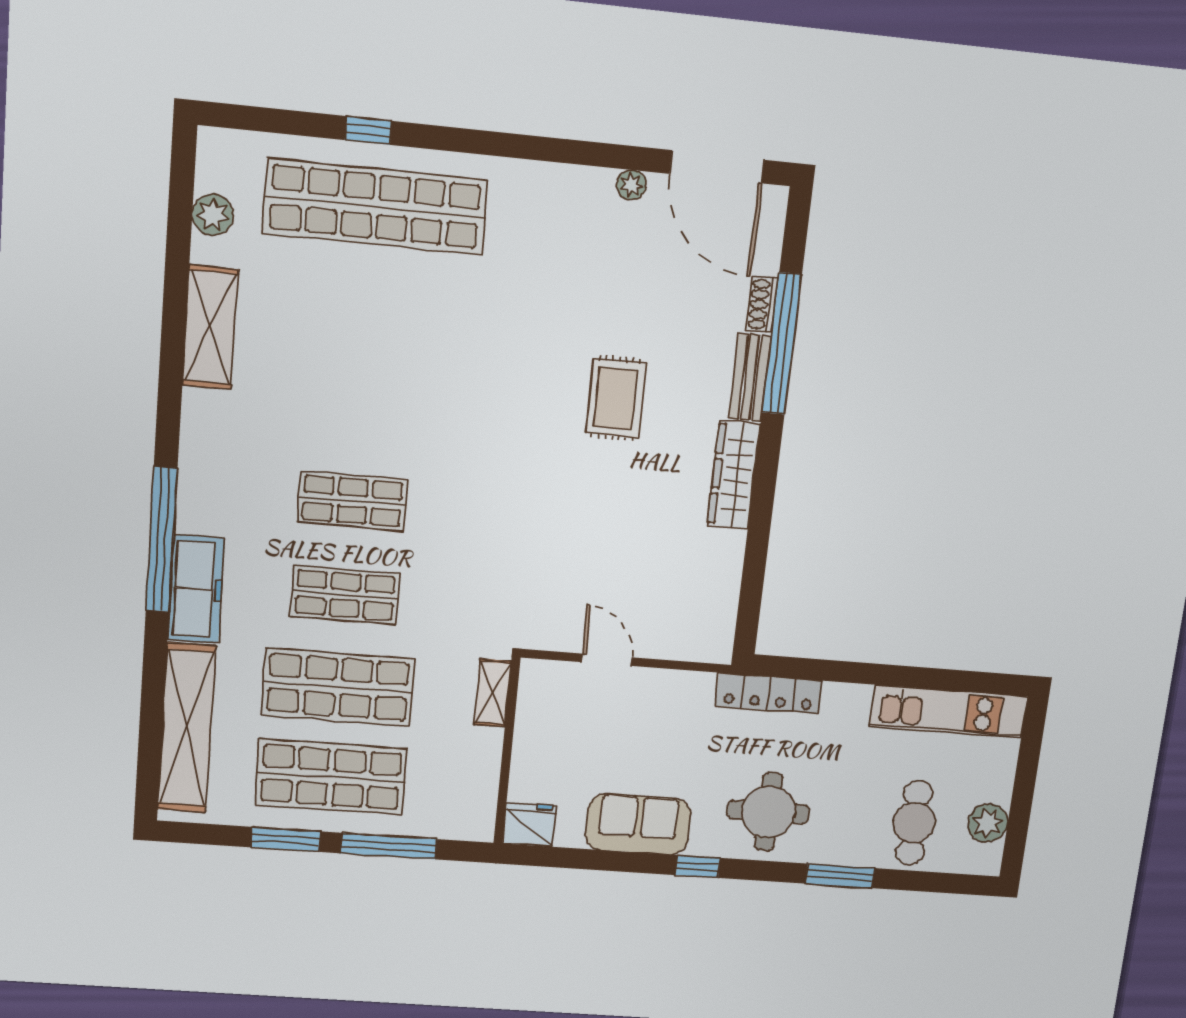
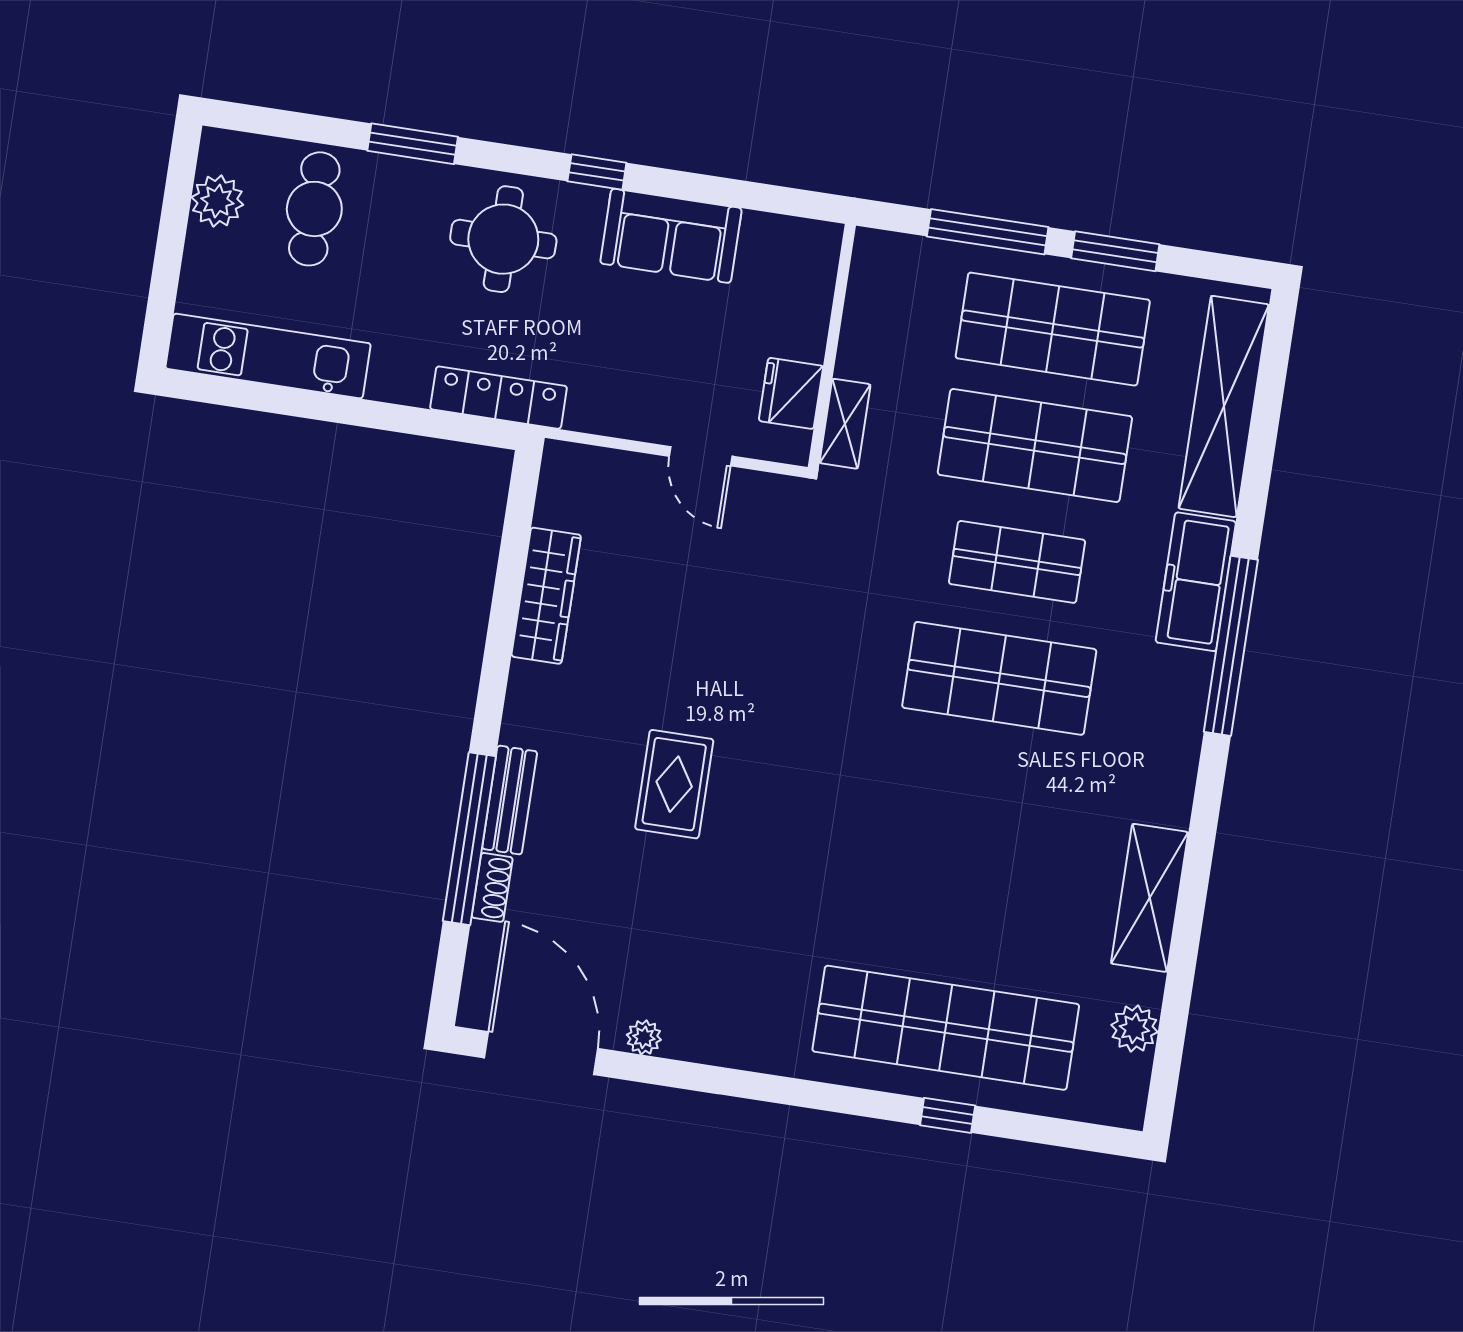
wardrobe: (734, 475) -> (546, 596), moved
shop shelf: (353, 501) -> (999, 678), width x1.43, depth x1.36
fridge: (530, 825) -> (791, 393), moved, turned 90

